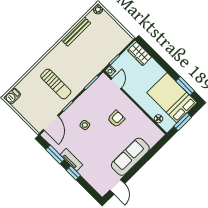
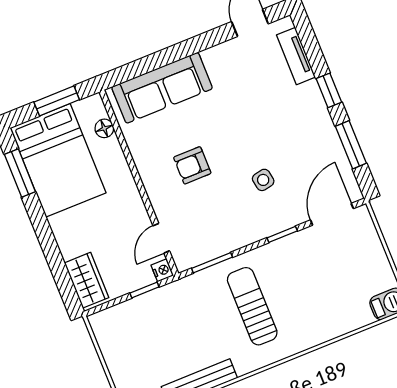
sun lounger: (56, 84) -> (252, 306), moved
sofa: (130, 157) -> (162, 88), moved
tv unit: (71, 160) -> (296, 56), moved

